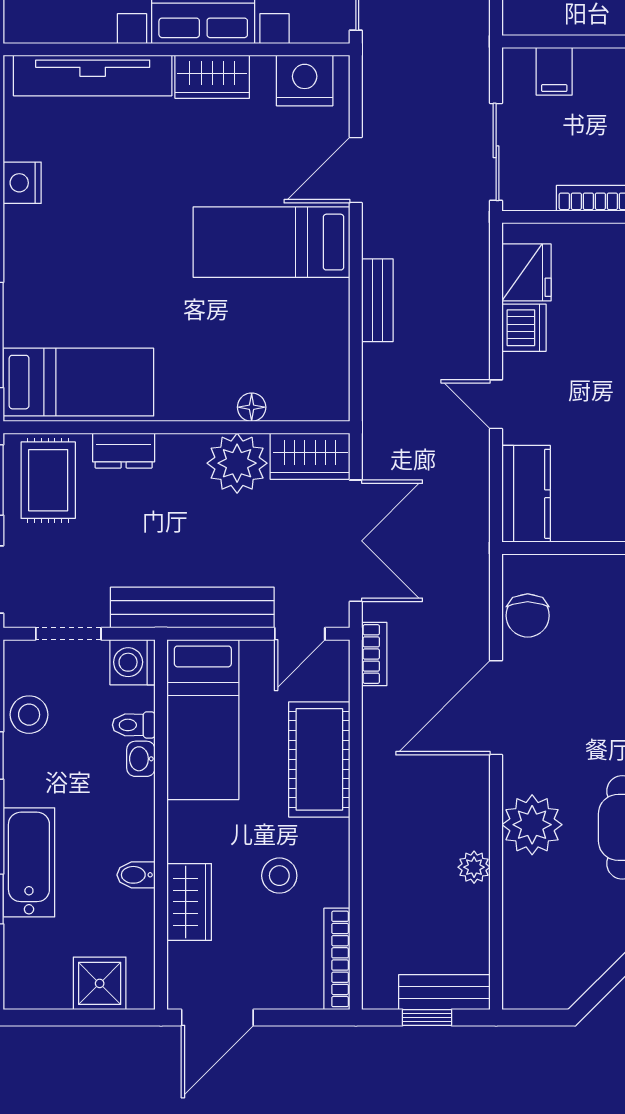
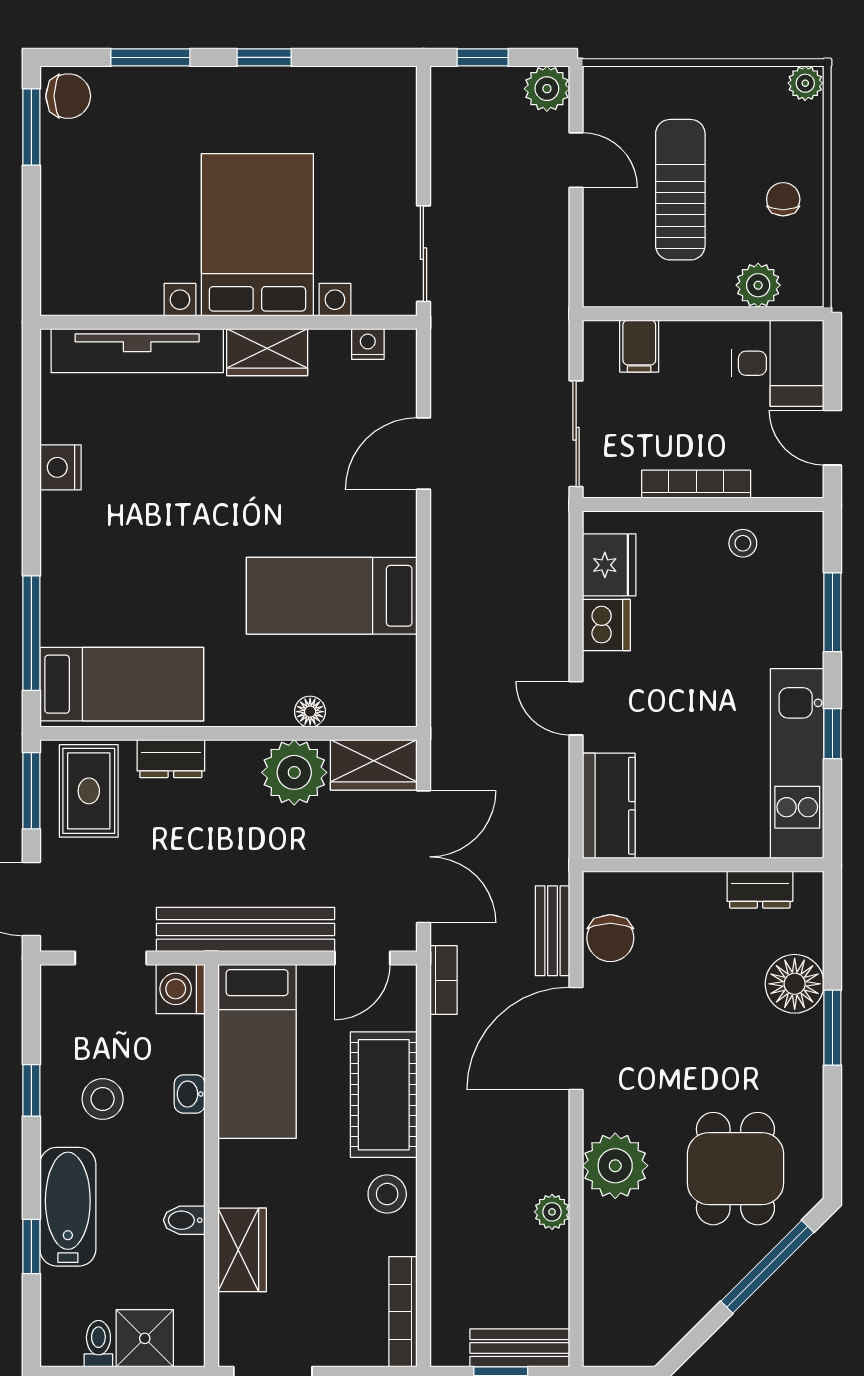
nightstand: (305, 81) -> (368, 344), width x0.53, depth x0.56
bed: (272, 242) -> (332, 596), moved
bench: (377, 300) -> (552, 931), moved
stool: (29, 715) -> (103, 1099), moved
toilet: (134, 725) -> (98, 1344), moved, turned 90
stool: (279, 876) -> (387, 1194), moved

